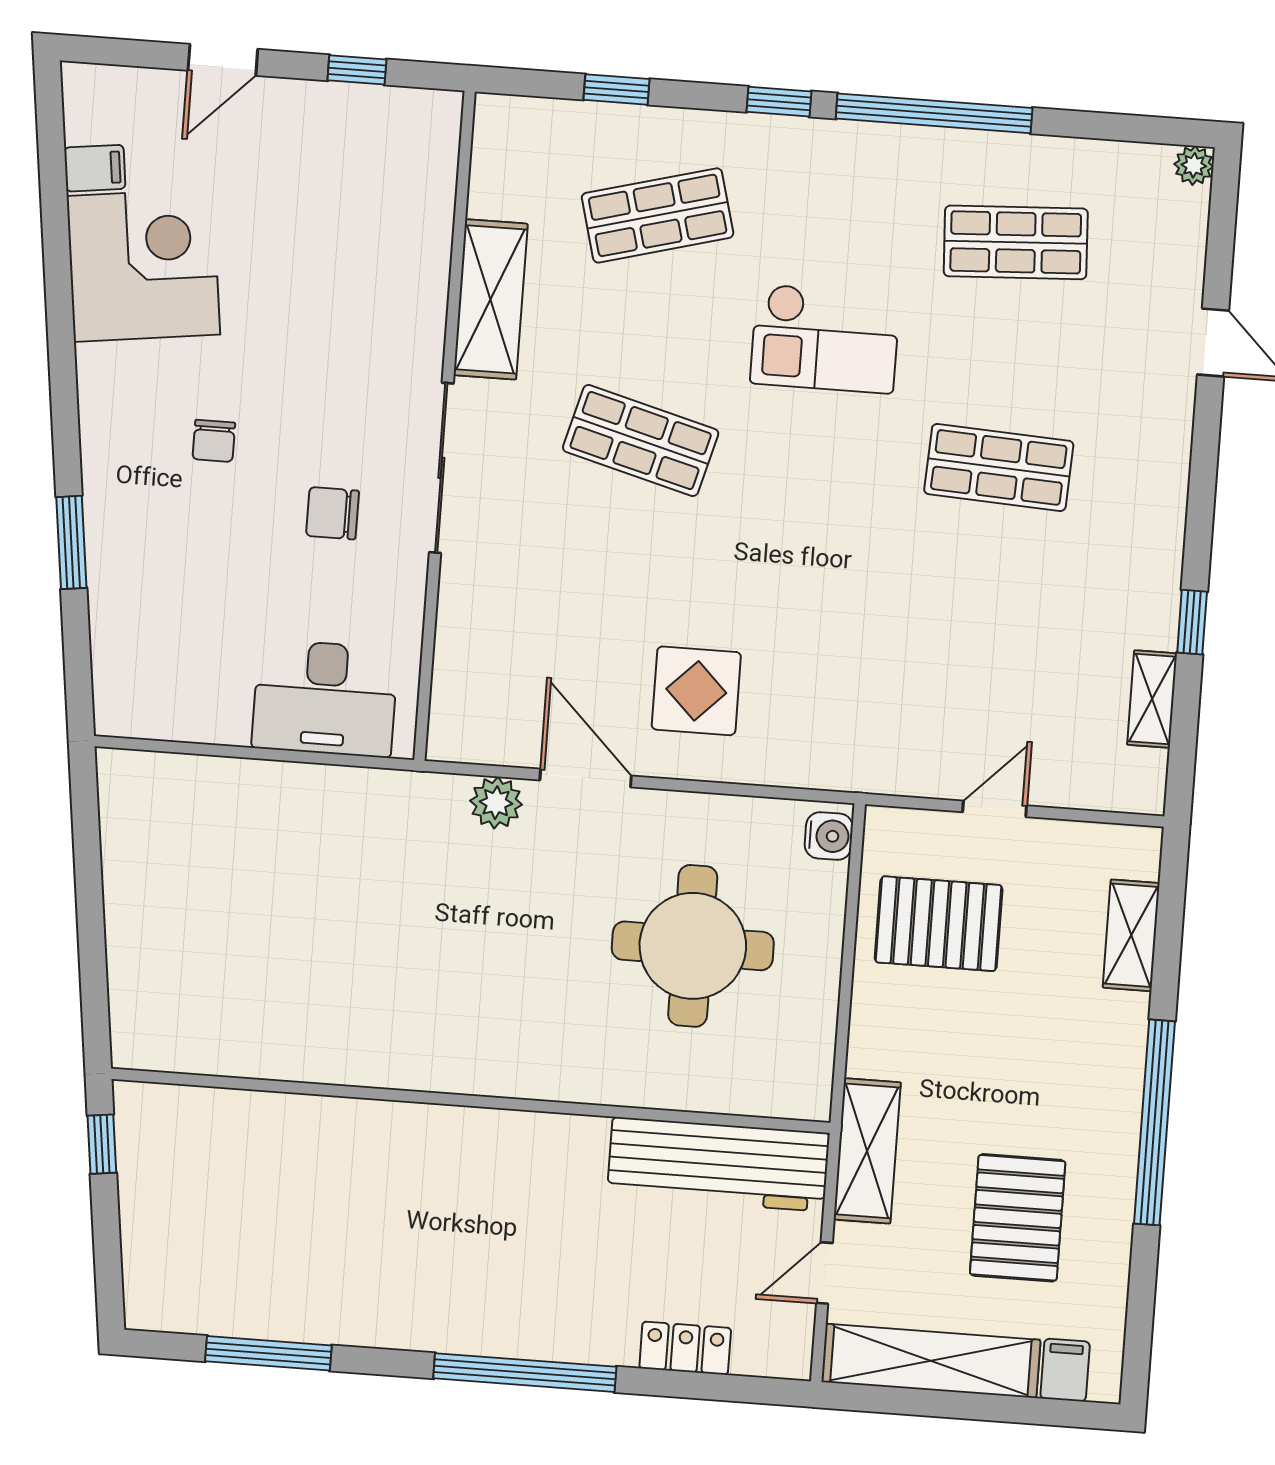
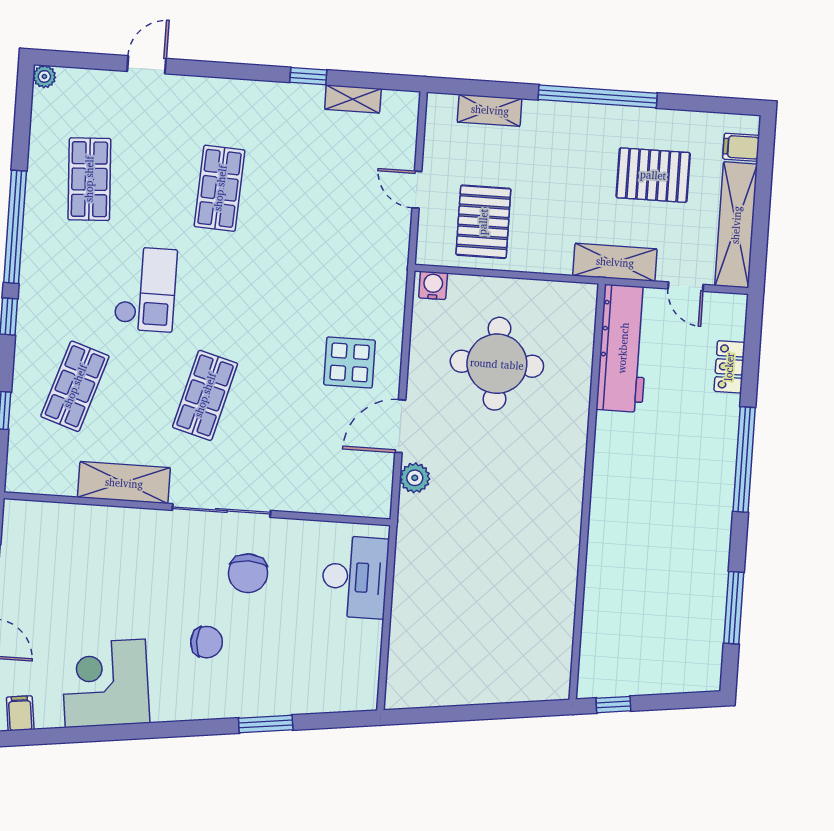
filing cabinet: (95, 168) -> (20, 713), moved
shop shelf: (658, 215) -> (75, 386), turned 33
chair: (214, 441) -> (207, 642), width x1.37, depth x1.37
chair: (333, 513) -> (248, 573), width x1.37, depth x1.37

